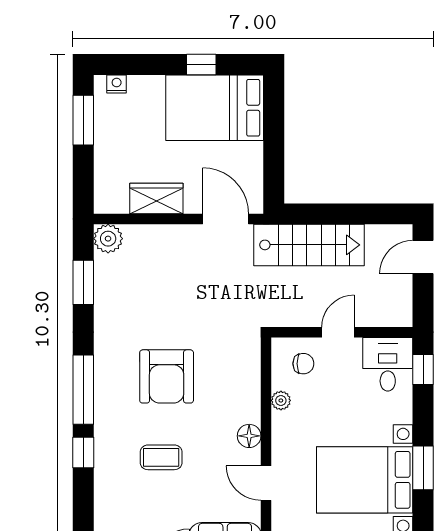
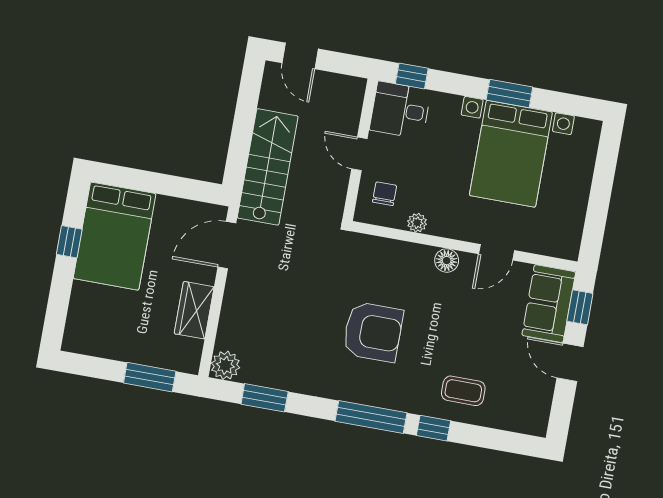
nightstand: (117, 84) -> (73, 329), removed
window: (83, 120) -> (150, 377), moved
coffee table: (161, 457) -> (463, 391), moved, turned 90

